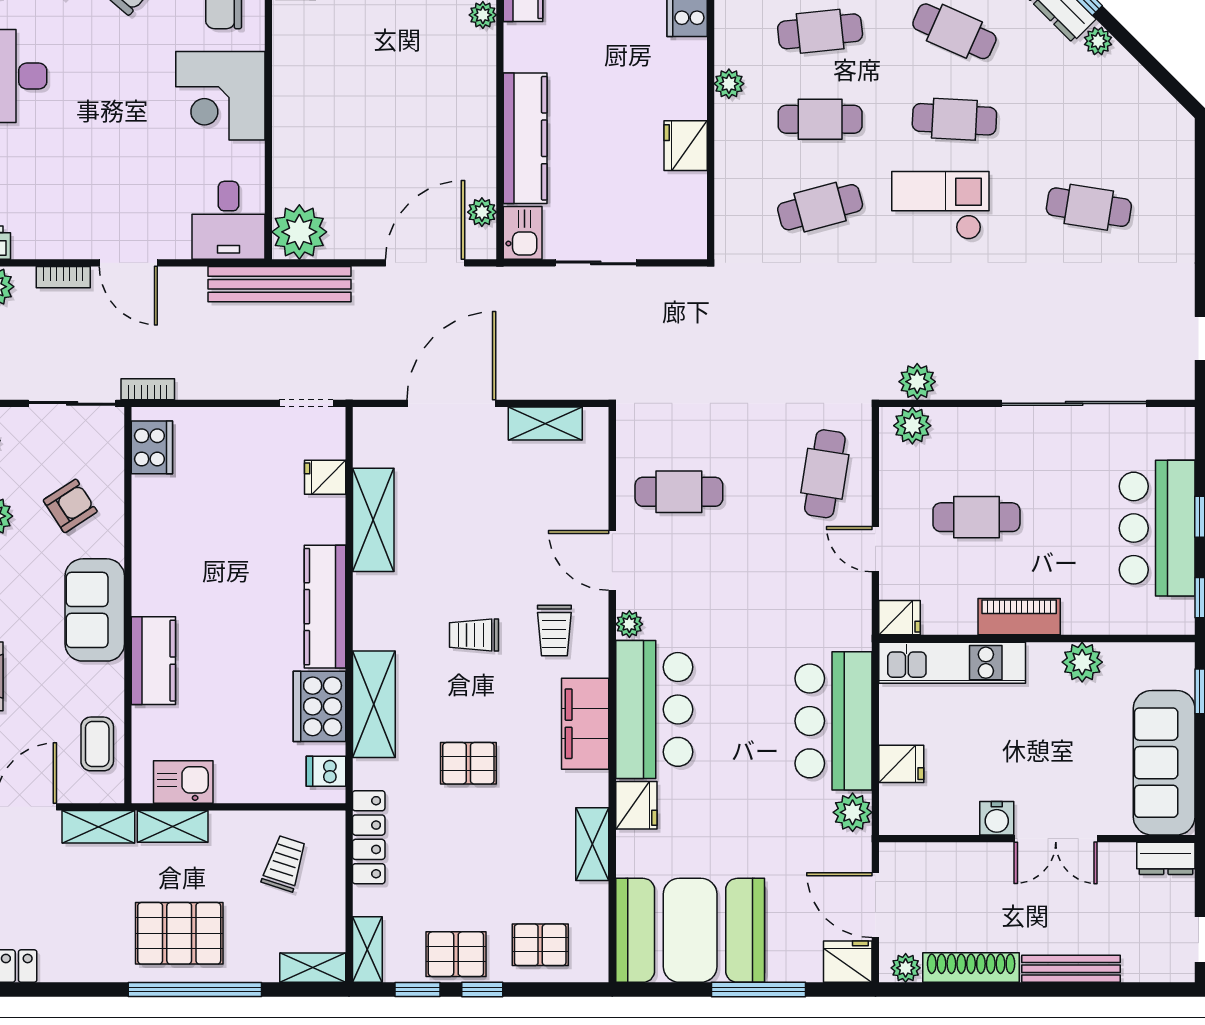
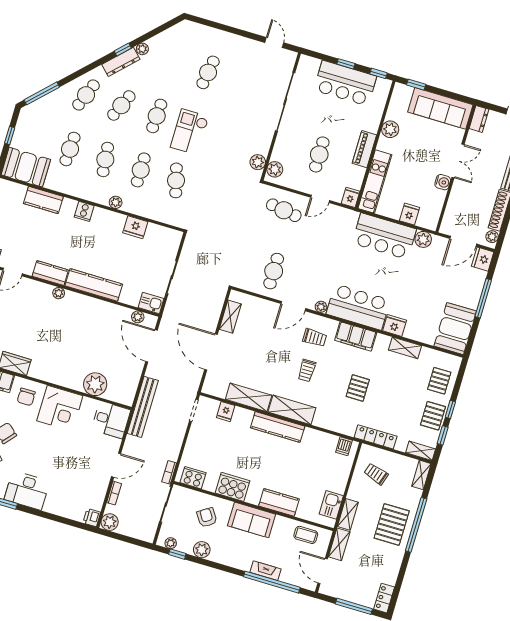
kitchen counter: (525, 138) -> (94, 285), moved
plant: (299, 232) -> (95, 384), moved
shelving: (374, 704) -> (292, 410), moved
cooker: (319, 706) -> (233, 487), moved, turned 180
booth: (690, 930) -> (455, 329), width x0.73, depth x0.70

